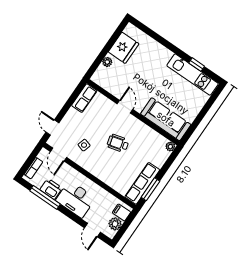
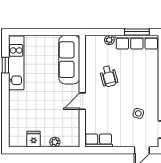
fridge: (124, 48) -> (34, 139), width x0.53, depth x0.75
wheelchair: (118, 143) -> (109, 76), moved
plant: (170, 147) -> (109, 40), moved

